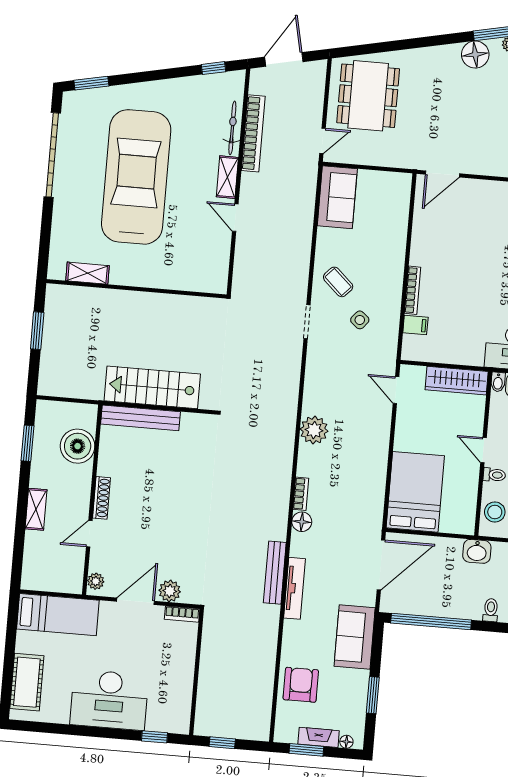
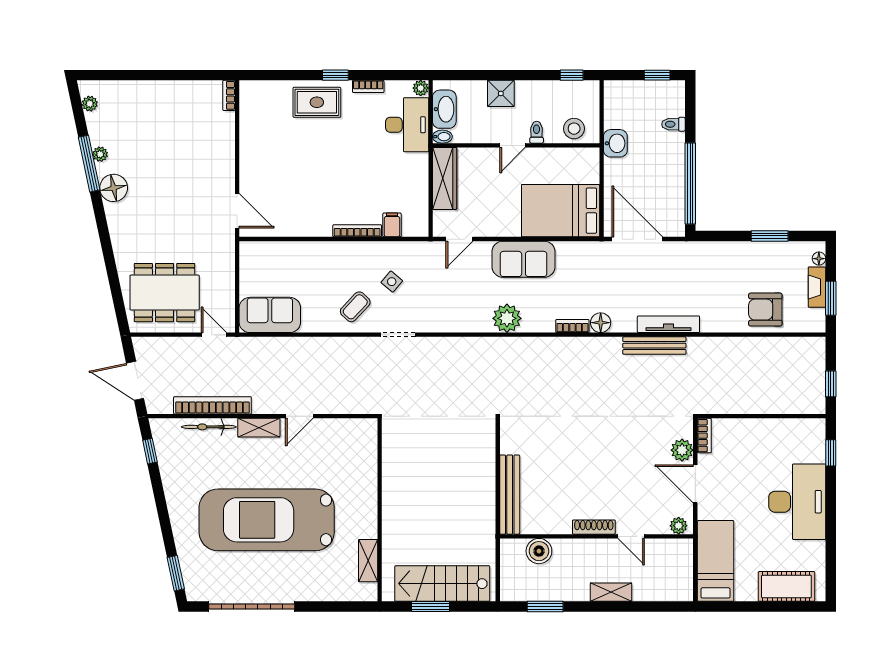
stairs: (152, 387) -> (442, 584), moved, turned 90
boiler: (78, 446) -> (539, 551), width x0.73, depth x0.73
sofa: (355, 637) -> (524, 259), moved

